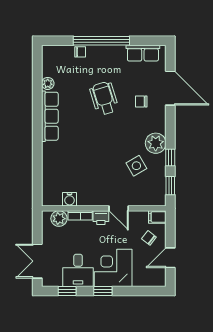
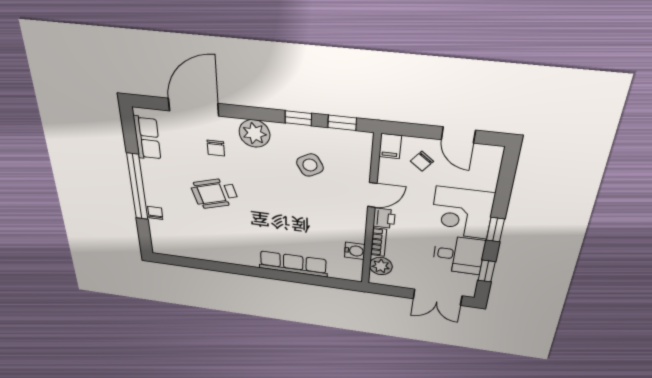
plant: (48, 83) -> (200, 253), removed
row of seats: (50, 116) -> (293, 264), moved
plant: (156, 143) -> (254, 133), moved

